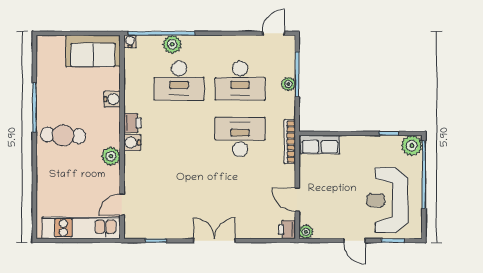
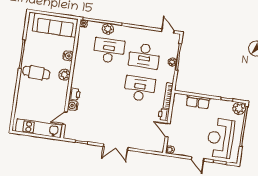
door: (273, 33) -> (168, 31), hinge flipped
sofa: (93, 51) -> (55, 25), width x1.36
desk: (179, 81) -> (109, 51), turned 180
printer: (133, 123) -> (75, 94), moved
water cooler: (132, 142) -> (73, 105), moved
row of seats: (320, 145) -> (198, 102), moved
plant: (111, 156) -> (65, 75), moved
printer: (287, 230) -> (164, 115), moved
double door: (214, 241) -> (116, 147), swing flipped

